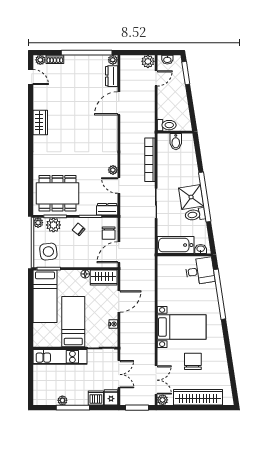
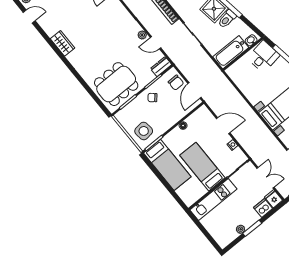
plant: (38, 223) -> (119, 116), removed
plant: (53, 225) -> (132, 109), removed
wardrobe: (104, 277) -> (198, 117), removed
door: (119, 301) -> (223, 126), hinge flipped
window: (73, 408) -> (252, 228), width x0.69

